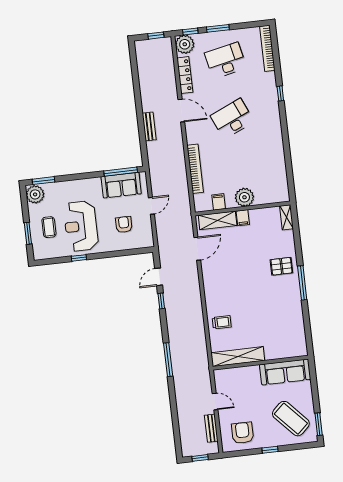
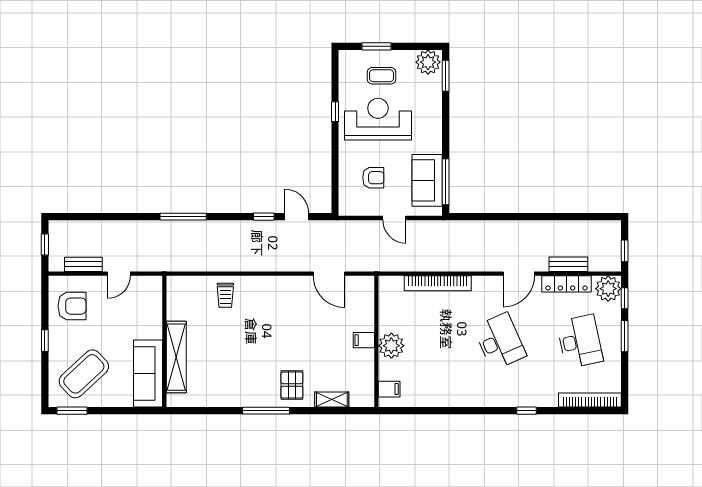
bench: (149, 126) -> (568, 264), moved
filing cabinet: (219, 202) -> (389, 389), moved
shelving: (287, 217) -> (332, 400), moved
shelving: (218, 220) -> (364, 306), removed
shelving: (238, 357) -> (176, 357), moved

